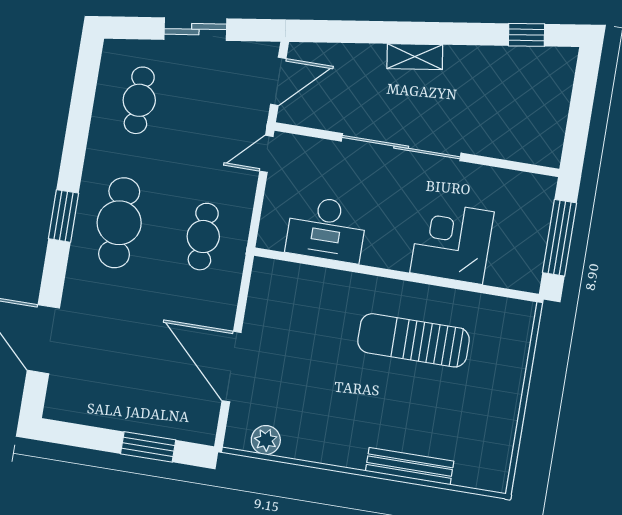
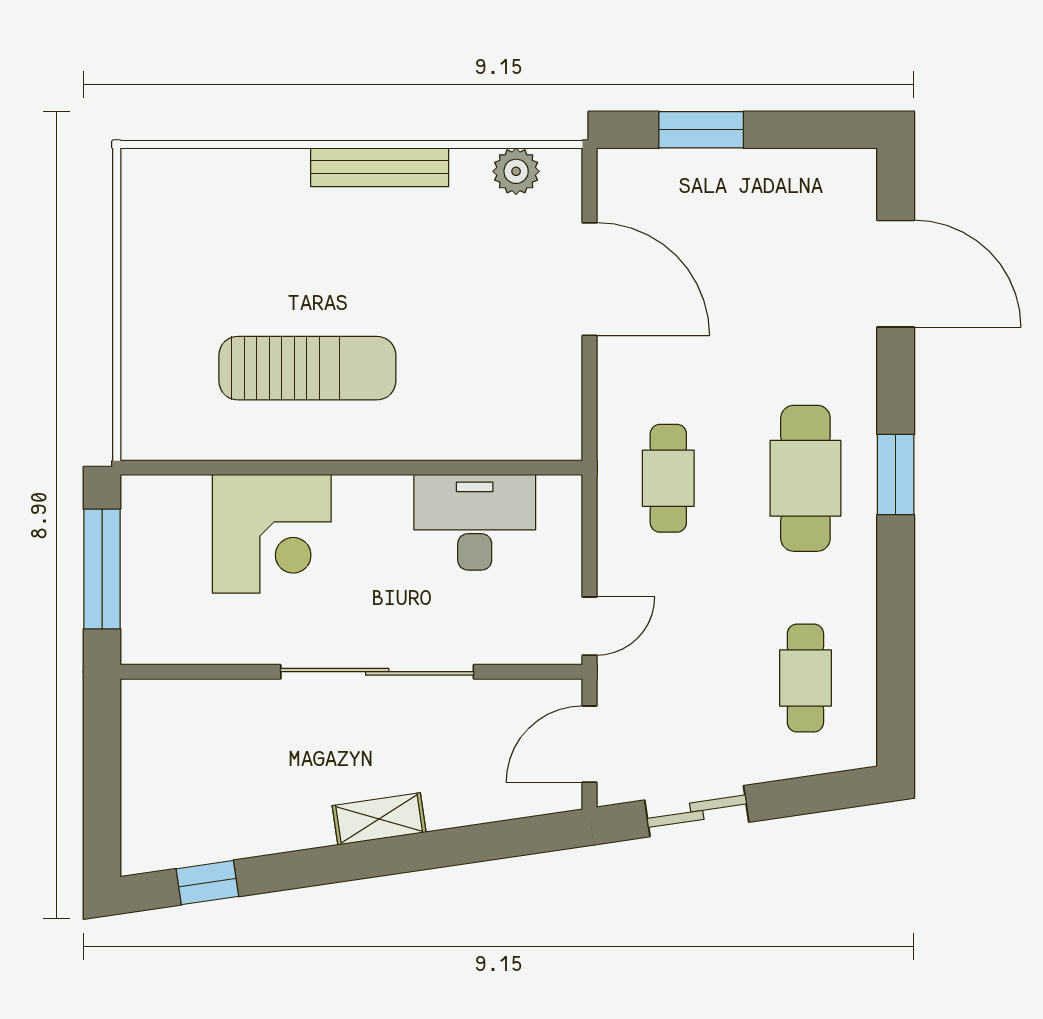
sliding door: (195, 29) -> (697, 811), moved
bench: (410, 466) -> (380, 167), moved

